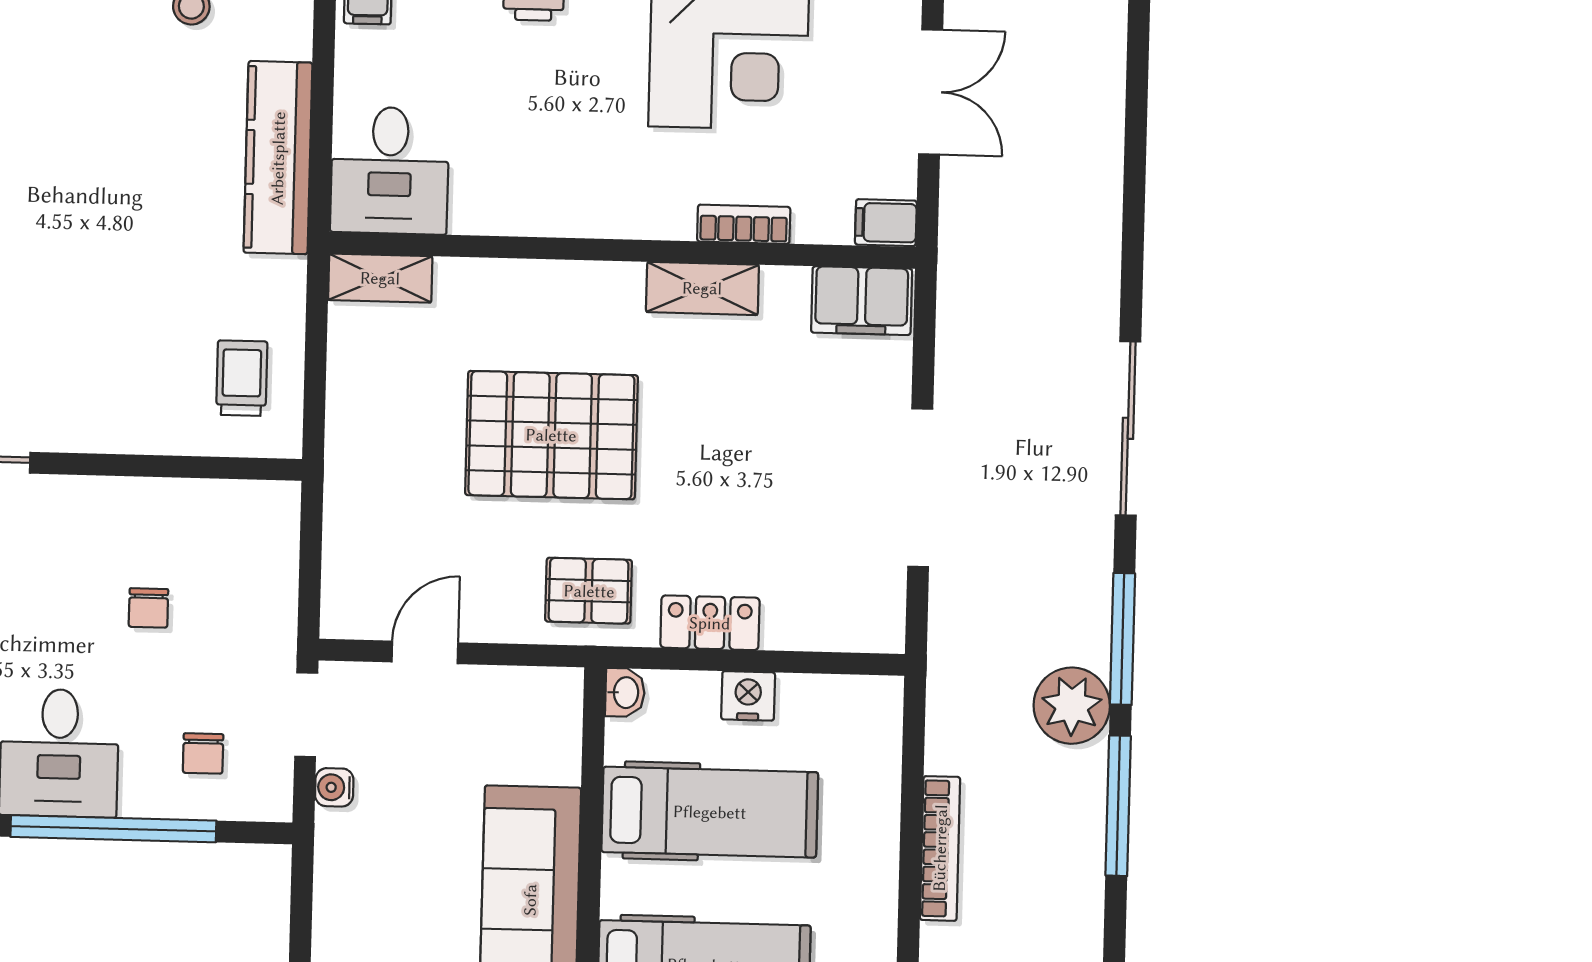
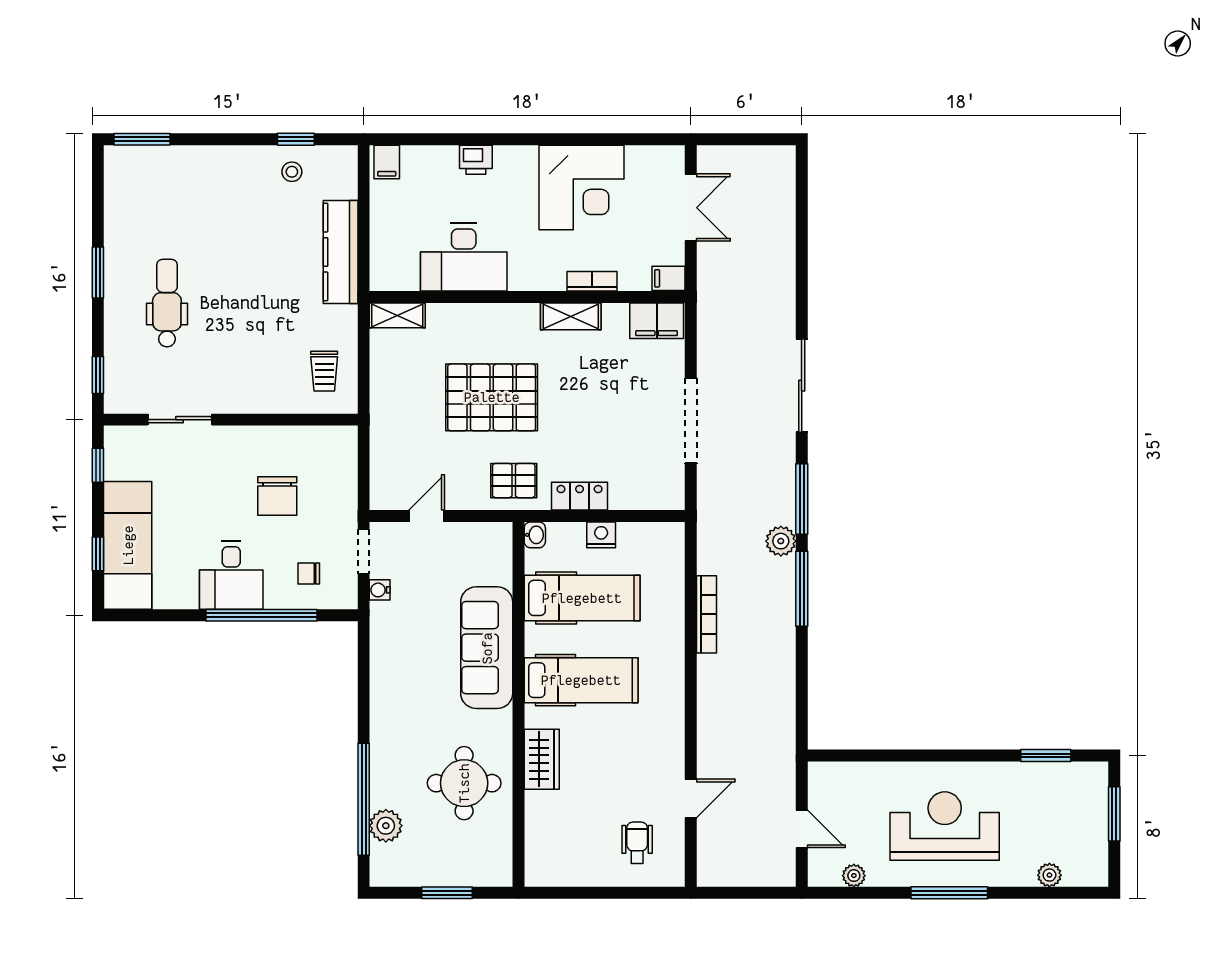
desk: (390, 170) -> (464, 257), moved, width x1.37
trolley: (242, 378) -> (324, 371), turned 180
chair: (148, 608) -> (277, 496), width x1.87, depth x1.87
plant: (1072, 706) -> (781, 541), width x0.73, depth x0.73
chair: (203, 753) -> (309, 574), turned 90

